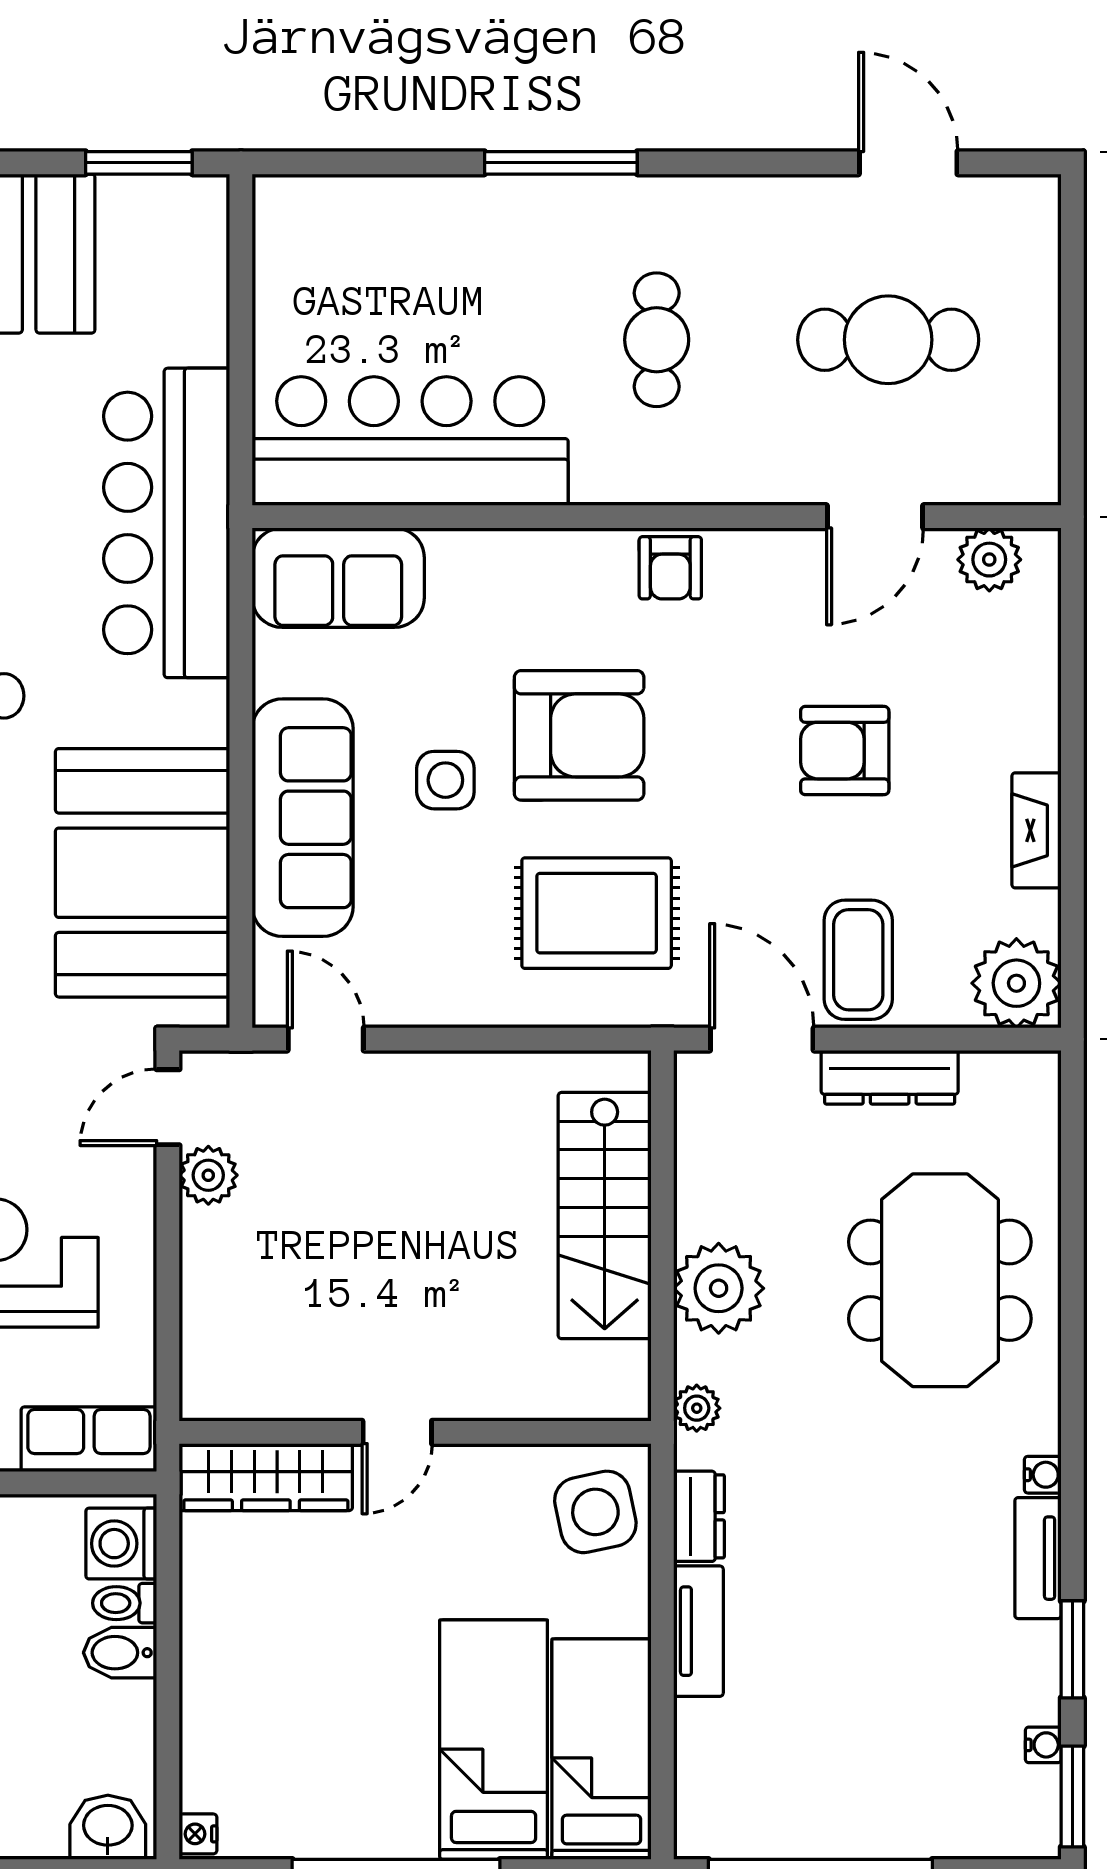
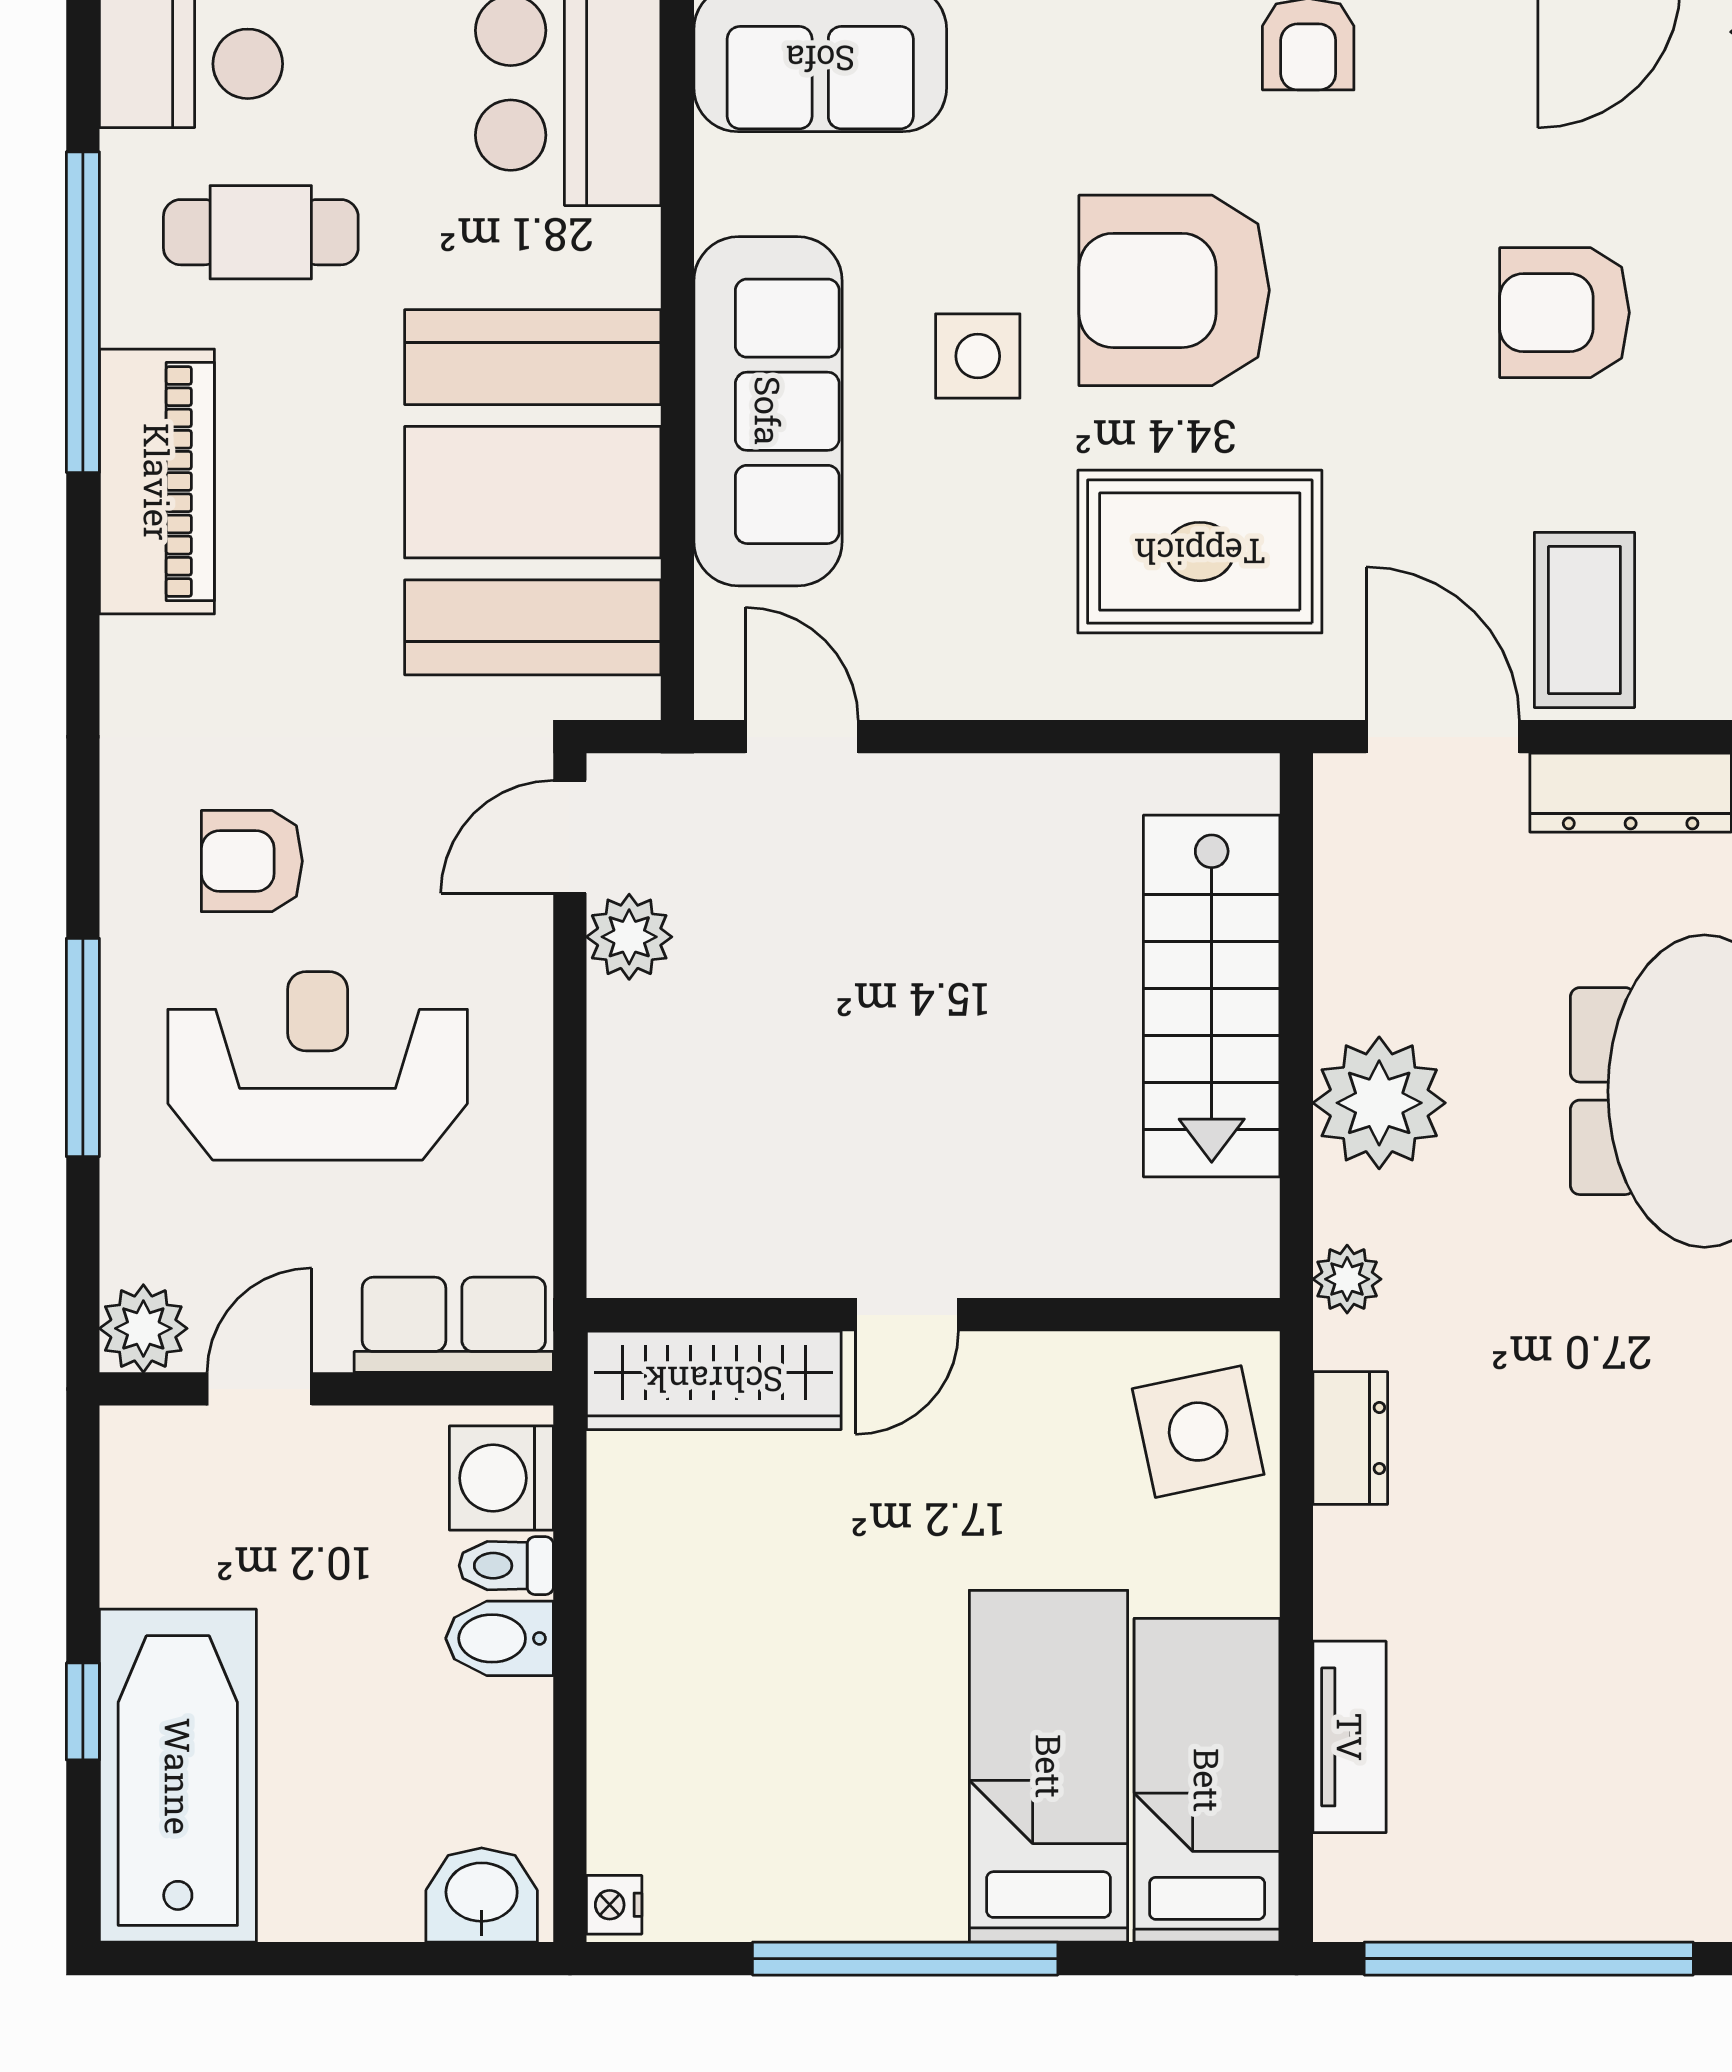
armchair: (579, 735) -> (1174, 290), turned 180
tv unit: (698, 1631) -> (1350, 1737), moved

